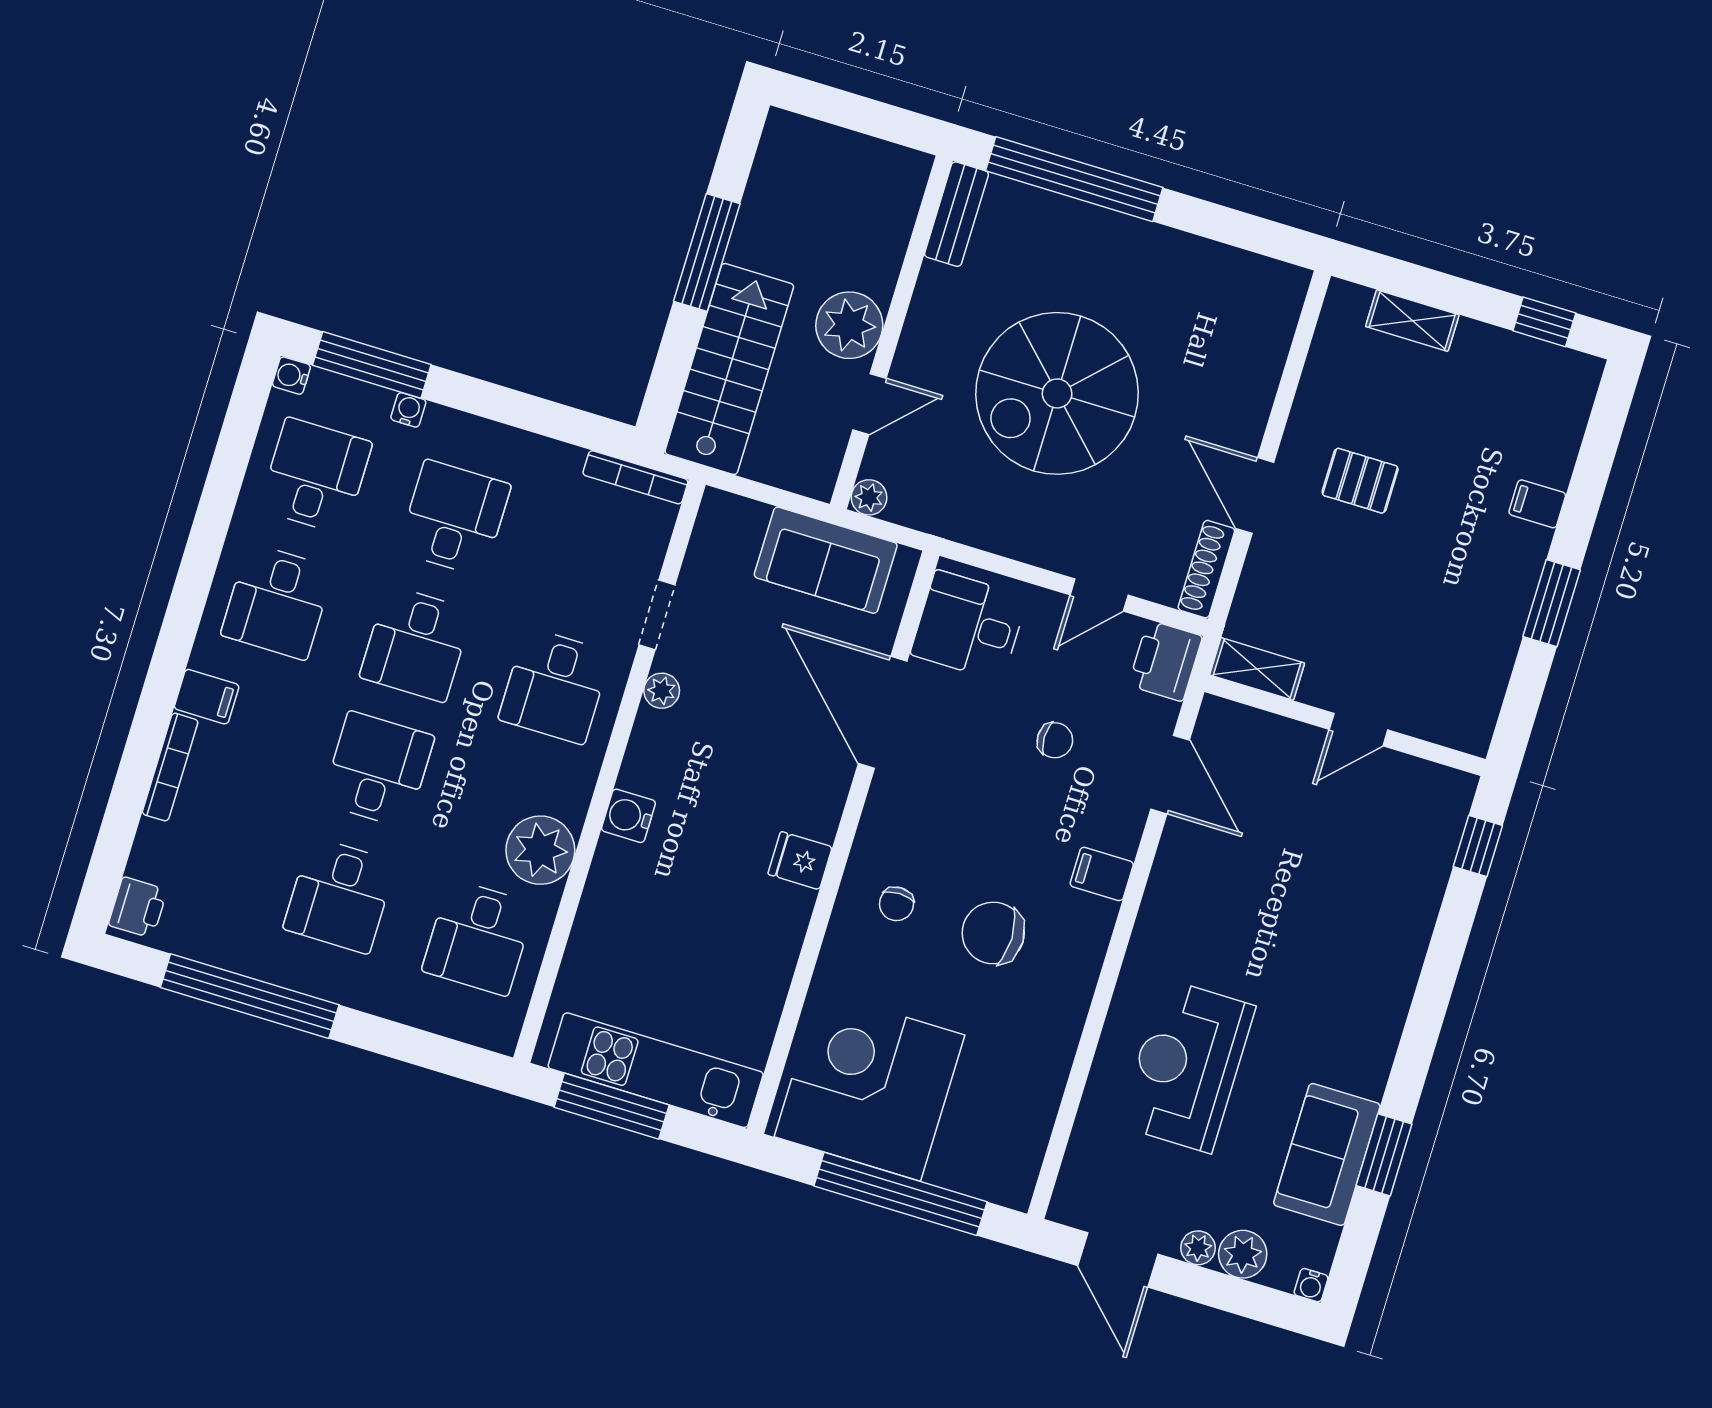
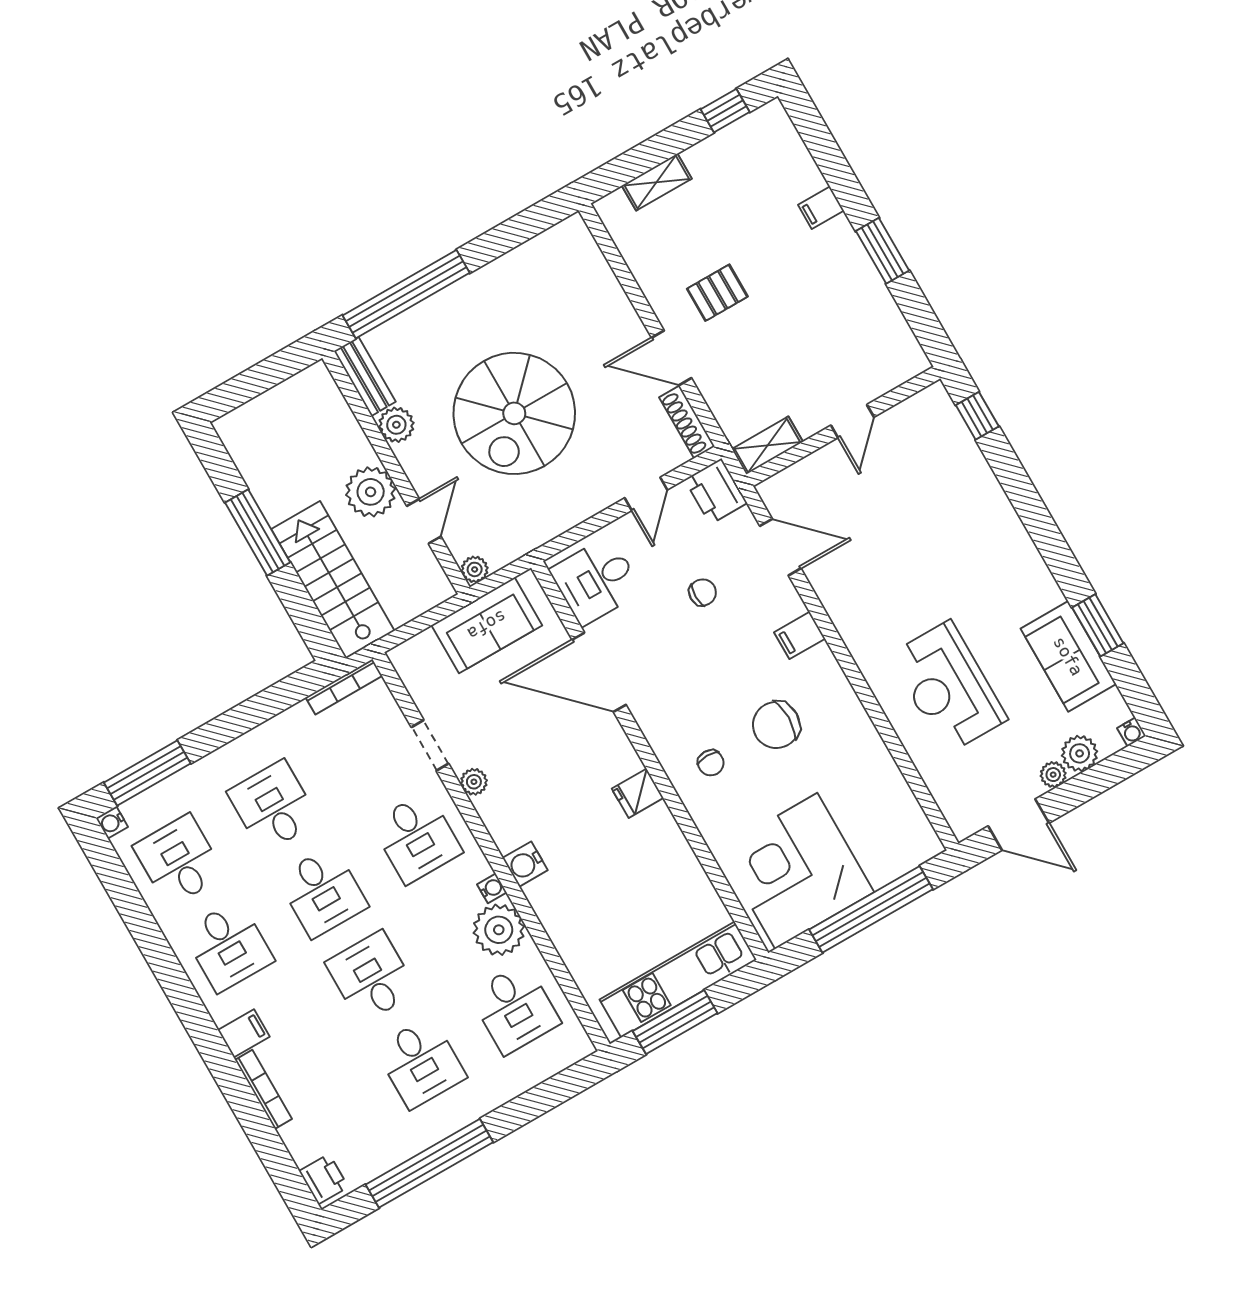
plant: (938, 289) -> (396, 425), added
water cooler: (408, 410) -> (492, 888), moved, turned 90

